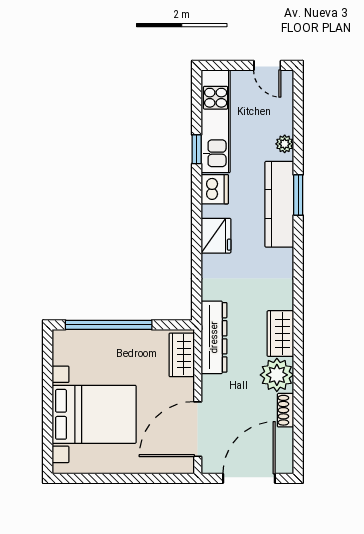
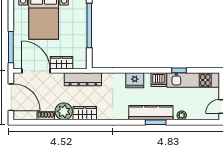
wardrobe: (182, 355) -> (62, 63), moved
window: (151, 478) -> (11, 47), added

